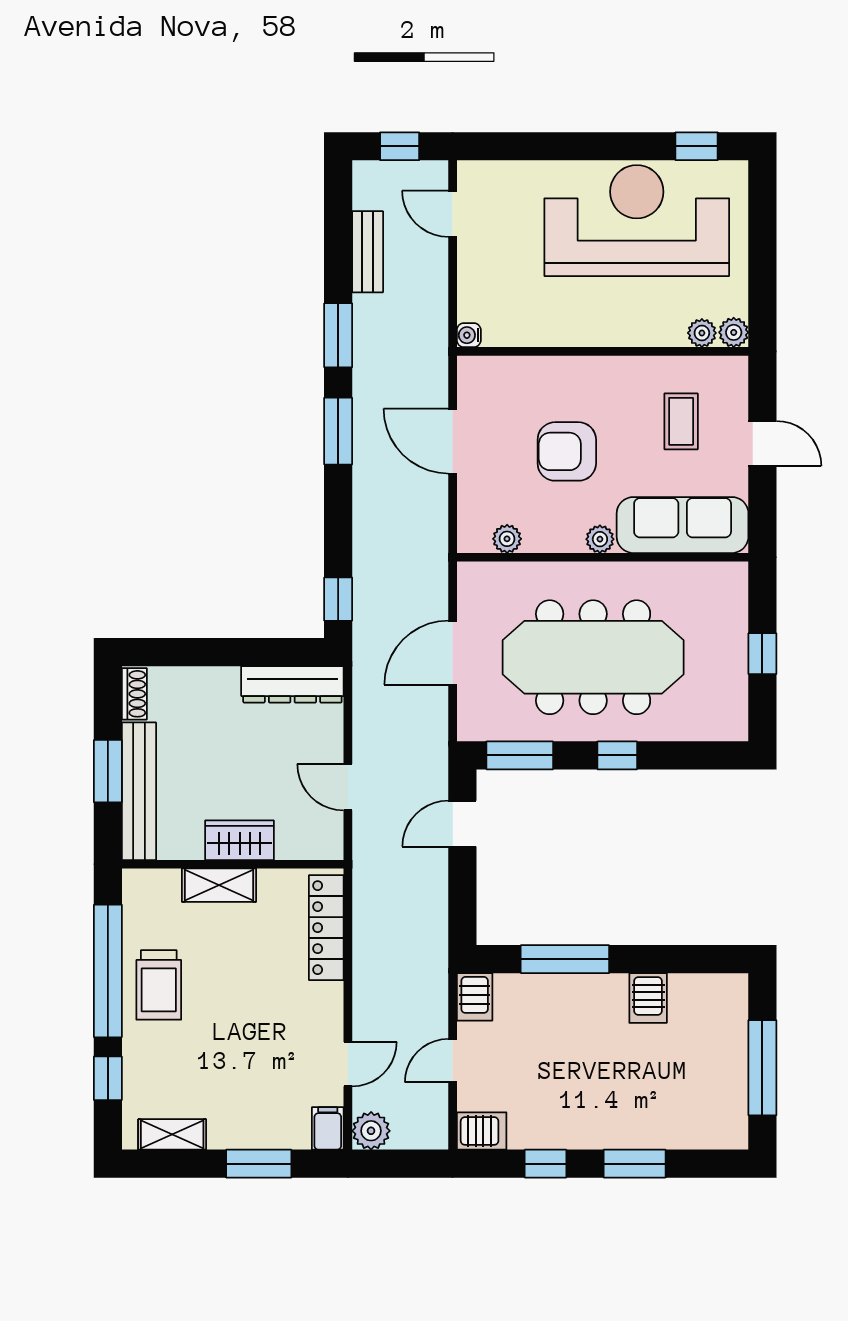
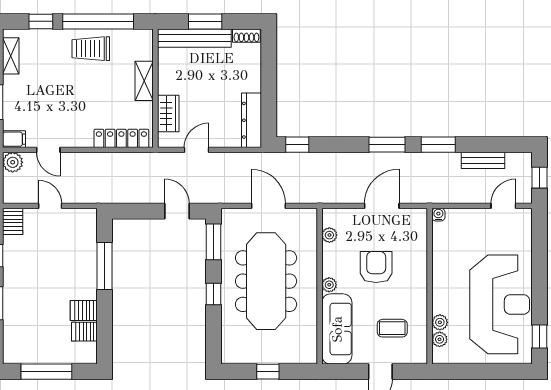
plant: (734, 332) -> (440, 322), moved
wardrobe: (240, 840) -> (168, 113), moved
server rack: (475, 997) -> (84, 332), moved

